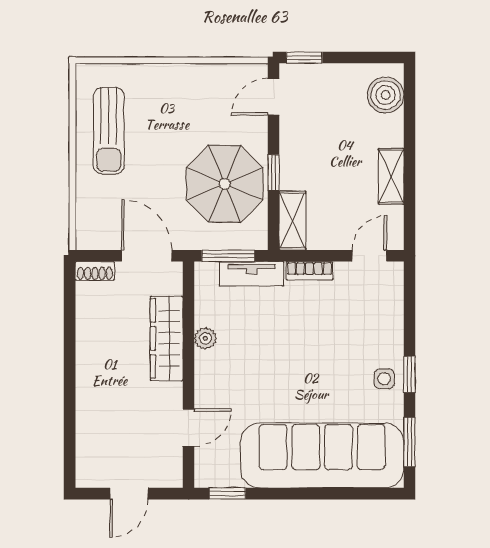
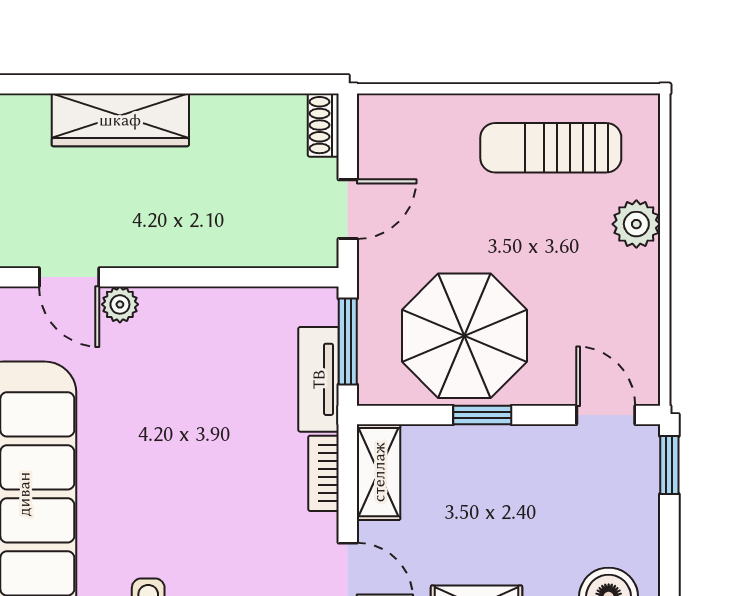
plant: (156, 78) -> (636, 224), added
shelving: (292, 221) -> (379, 472), moved, turned 90
door: (147, 256) -> (348, 209), width x0.73
wardrobe: (167, 338) -> (120, 120), moved, turned 180
plant: (205, 338) -> (120, 304), moved

